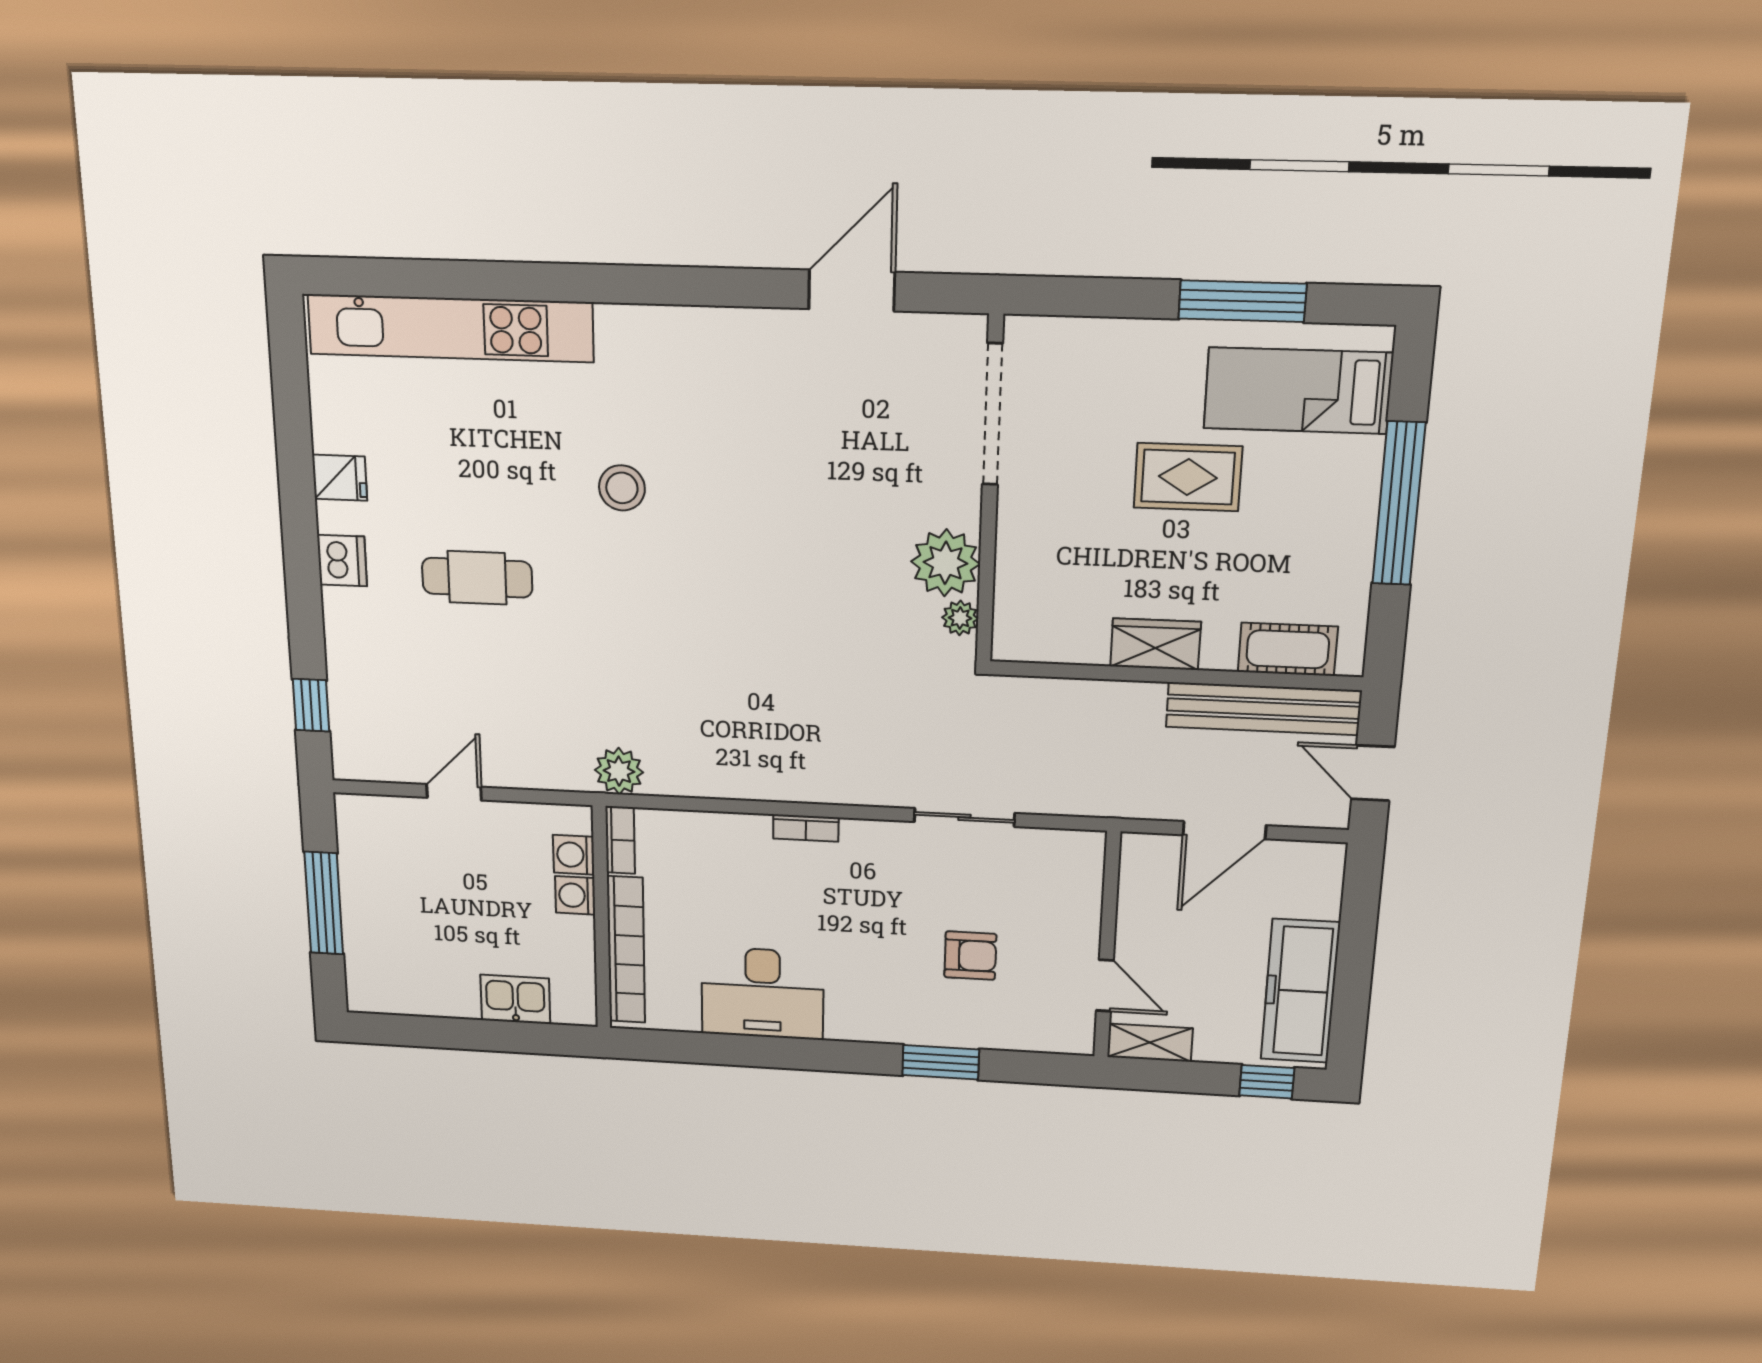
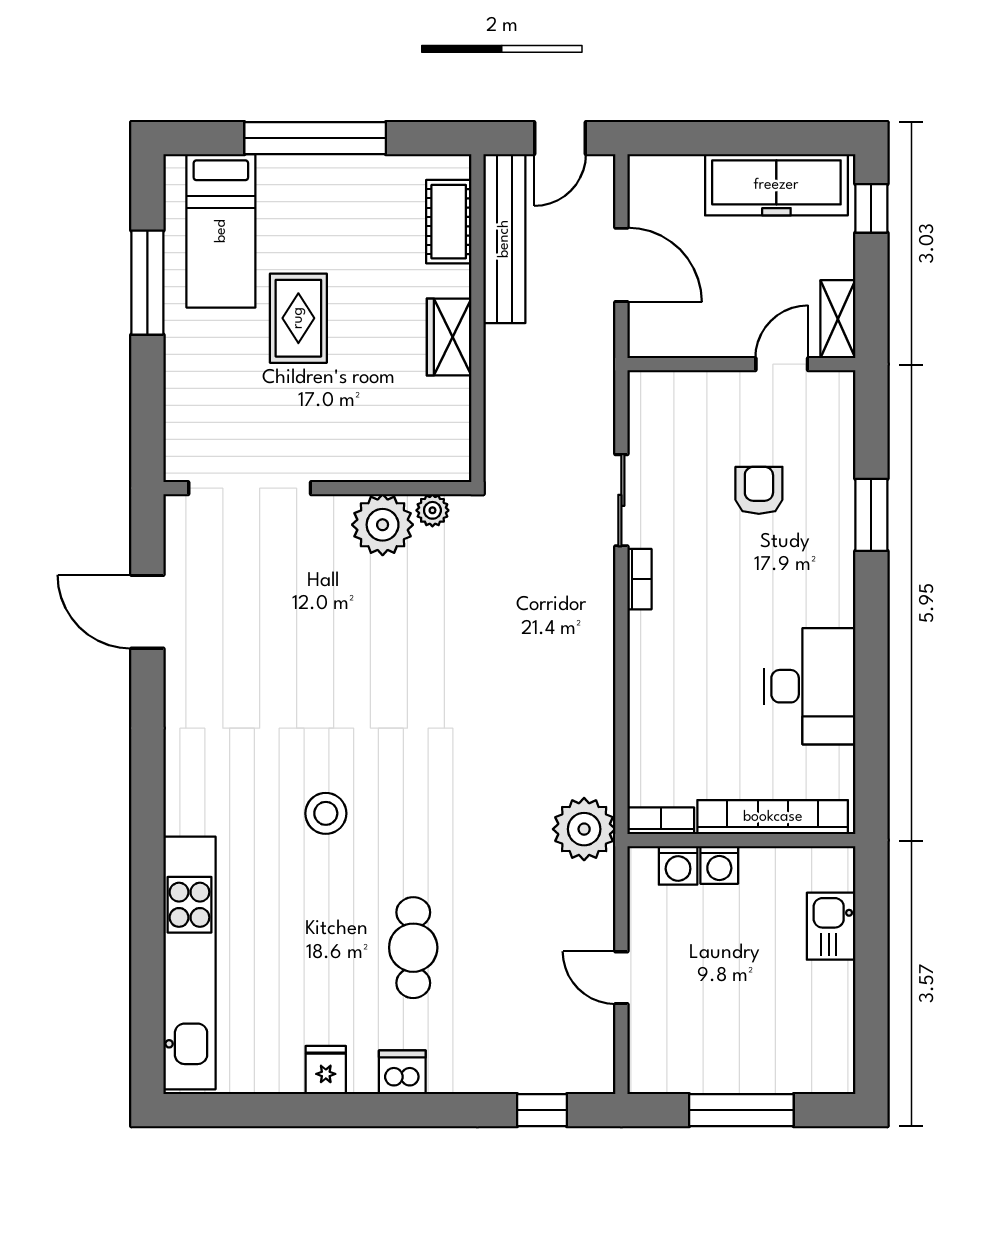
plant: (619, 771) -> (584, 829), width x1.36, depth x1.36
bookcase: (806, 828) -> (639, 579), moved

